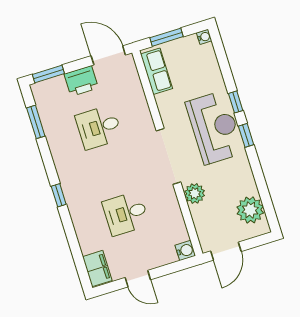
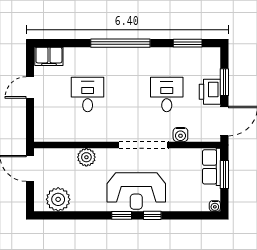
row of seats: (156, 71) -> (211, 167), moved, turned 90
window: (48, 74) -> (224, 82), moved
doorway: (168, 156) -> (143, 145), moved
window: (59, 195) -> (120, 43), width x3.17
water cooler: (185, 250) -> (180, 135), moved

